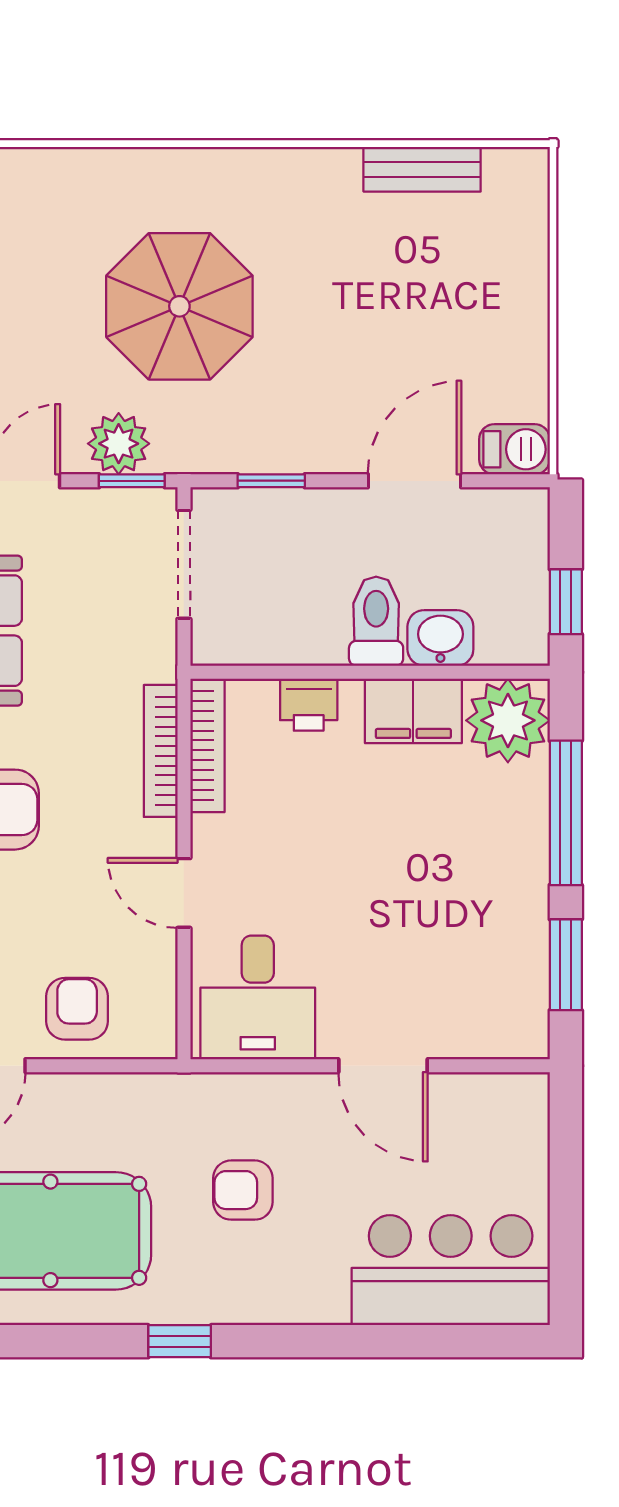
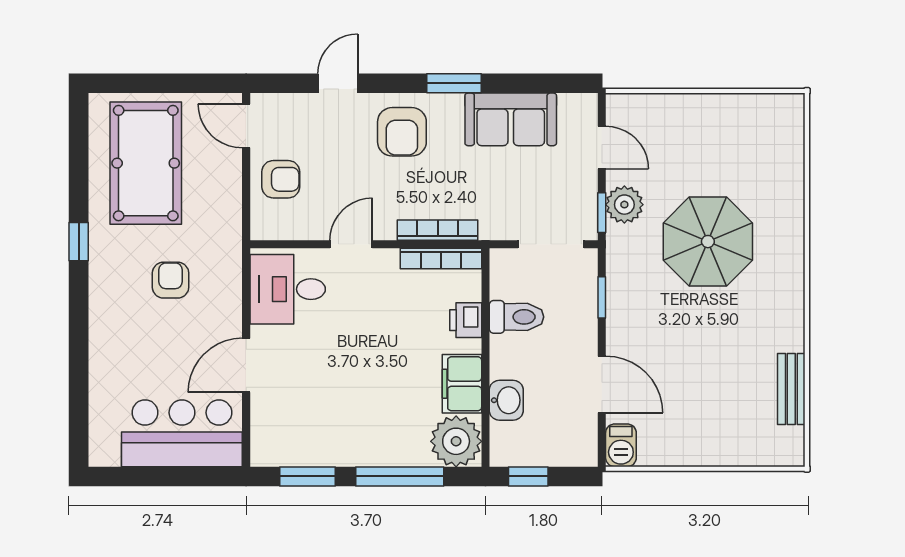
toilet: (376, 621) -> (516, 317), moved
bar counter: (451, 1270) -> (182, 433), moved, turned -90

